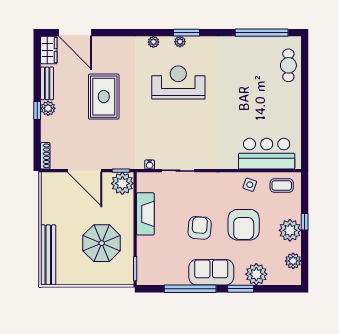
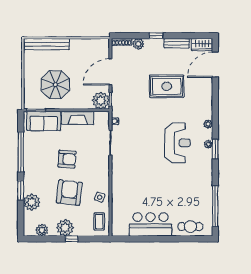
plant: (48, 108) -> (138, 44), moved
bar counter: (267, 154) -> (150, 224), moved, turned -90
armchair: (244, 225) -> (69, 193), turned 97
sofa: (211, 272) -> (44, 121), moved, turned 90

